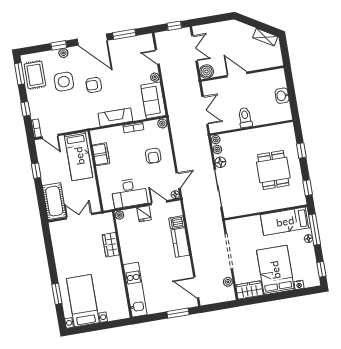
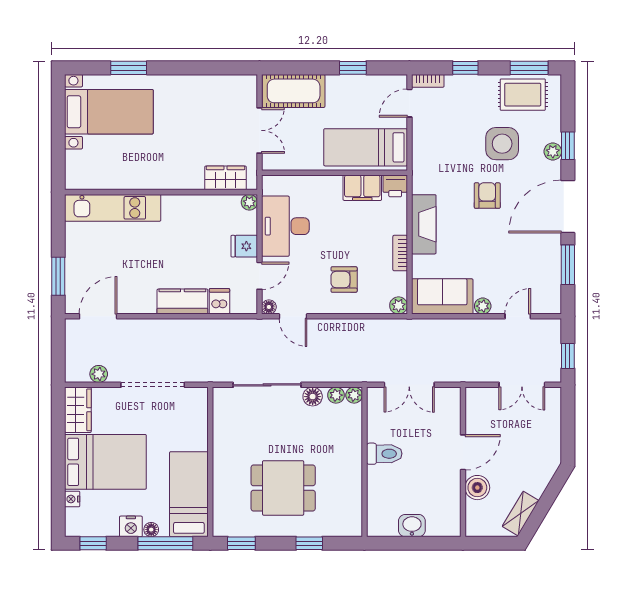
boiler: (207, 71) -> (477, 488), moved
printer: (97, 136) -> (395, 186), added
wardrobe: (111, 245) -> (225, 178), moved
nightstand: (309, 250) -> (131, 526), added

